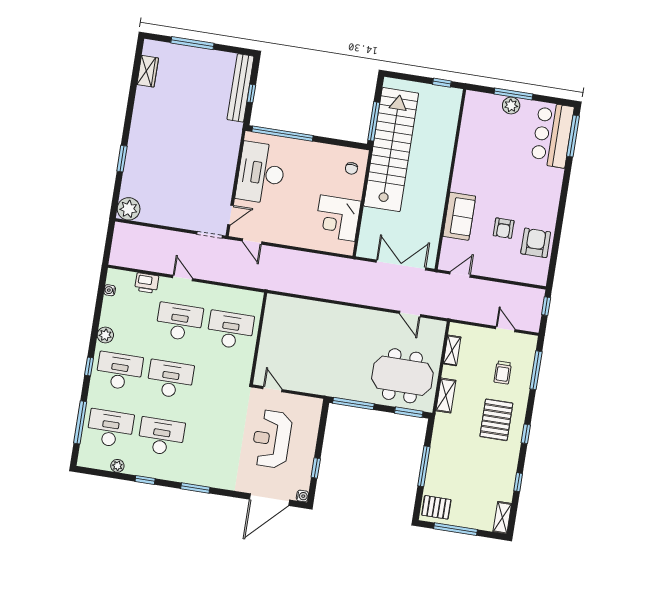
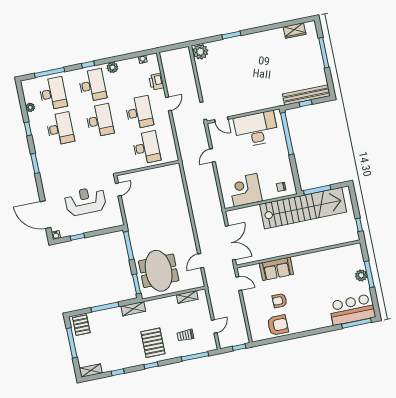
door: (252, 241) -> (212, 155), moved
shelving: (446, 396) -> (133, 309), moved
pallet: (496, 420) -> (153, 343), turned 90

